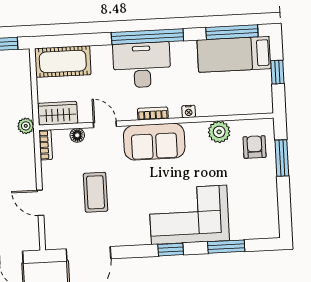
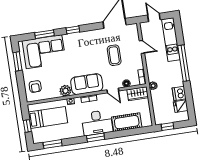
window: (232, 32) -> (53, 144), width x0.69
window: (147, 37) -> (96, 138), width x0.47
bed: (234, 54) -> (48, 117), moved
cot: (63, 62) -> (127, 122), moved
plant: (219, 132) -> (65, 91), moved
window: (282, 158) -> (17, 61), moved
corner sofa: (189, 215) -> (44, 52), moved

